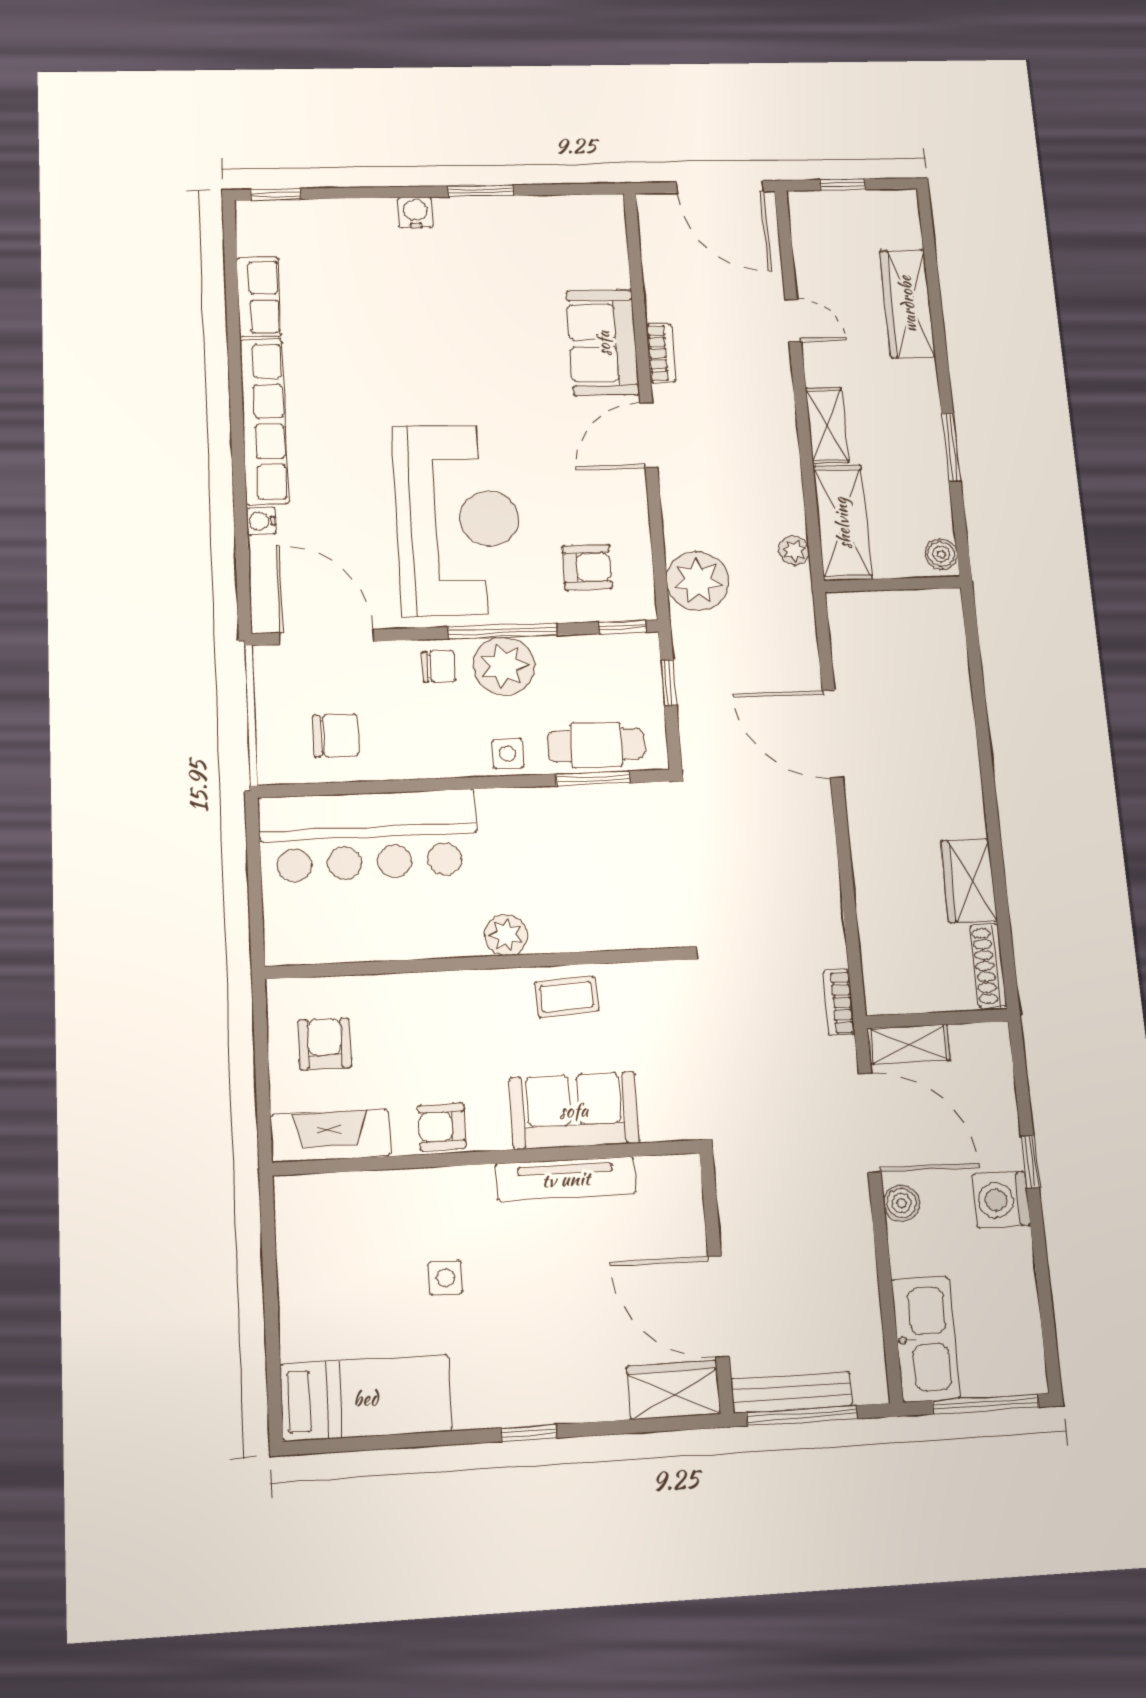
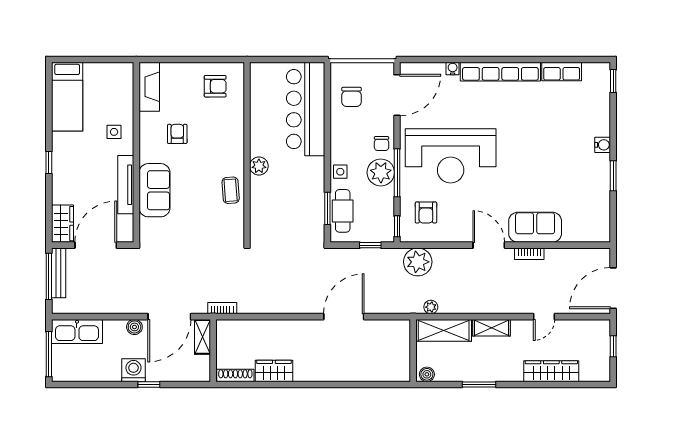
sofa: (574, 1110) -> (154, 190), moved
fireplace: (330, 1136) -> (149, 87), moved
wall: (487, 1158) -> (136, 152), moved
tv unit: (566, 1179) -> (126, 185), moved

